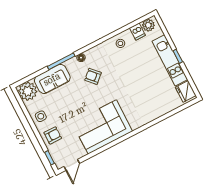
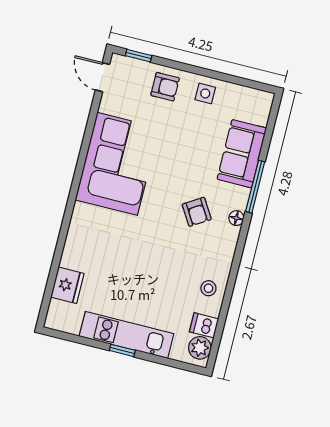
armchair: (93, 76) -> (197, 212), turned 101
plant: (28, 91) -> (255, 106), removed
fridge: (186, 91) -> (67, 285), moved, turned 90
armchair: (53, 135) -> (165, 87), turned -90

